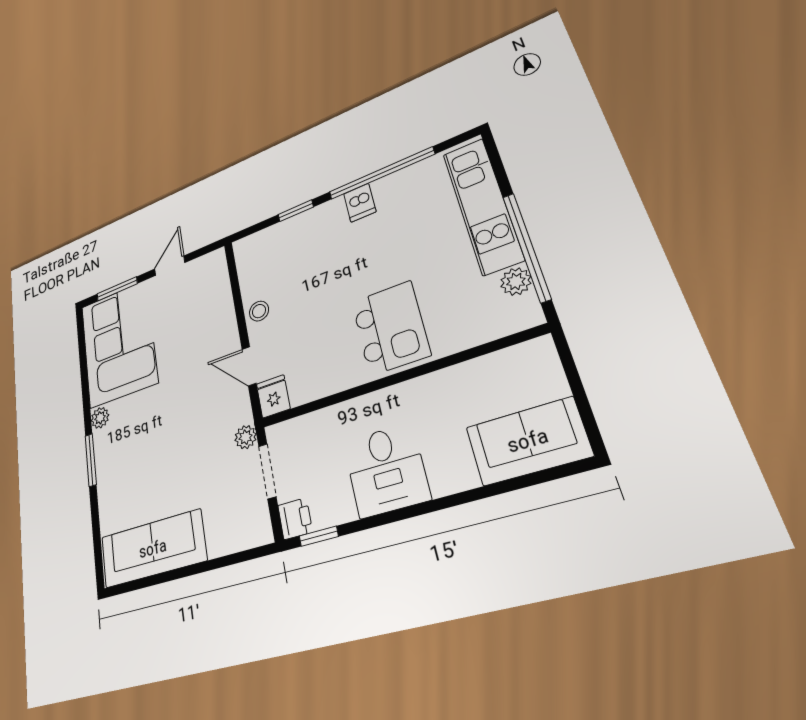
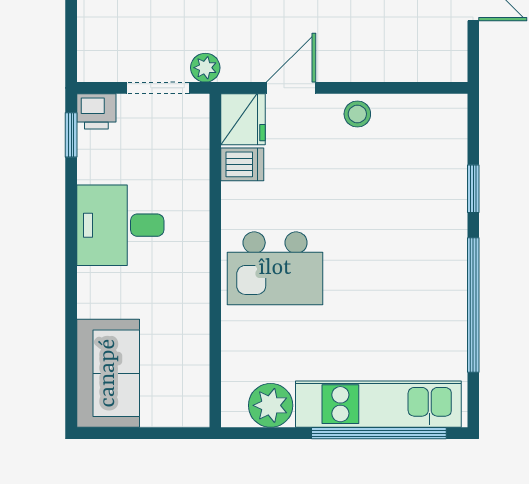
dishwasher: (360, 203) -> (242, 164), moved, turned 180
window: (527, 247) -> (379, 433), moved
plant: (516, 282) -> (271, 405), width x1.38, depth x1.38
fridge: (273, 396) -> (243, 119), width x1.38

